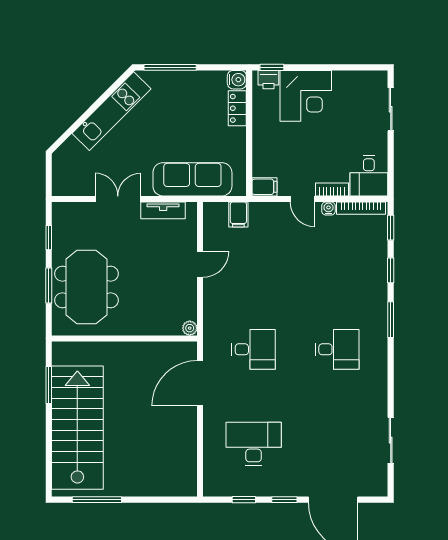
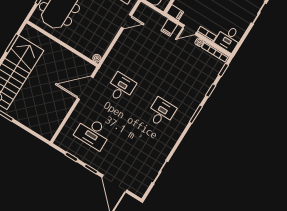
door: (302, 199) -> (190, 30), hinge flipped
filing cabinet: (238, 215) -> (169, 28), moved
door: (200, 264) -> (126, 22), moved
desk: (254, 349) -> (121, 87), turned -90
desk: (337, 349) -> (161, 112), turned -90
desk: (254, 444) -> (93, 133), turned 180

